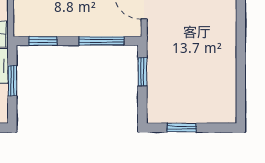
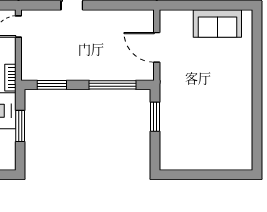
window: (182, 128) -> (196, 175), removed

